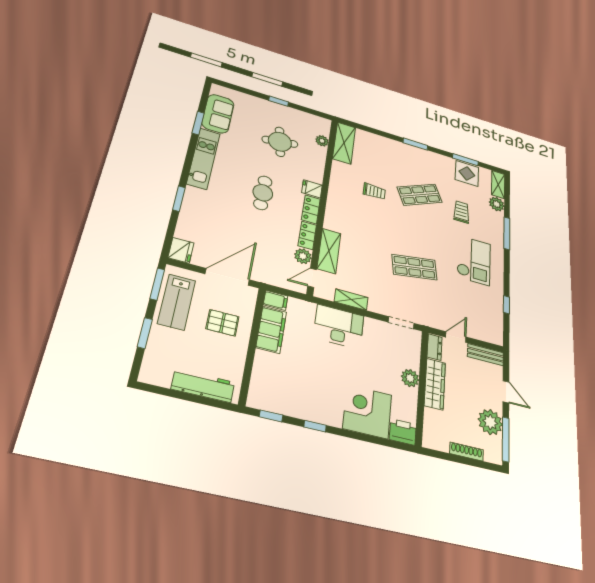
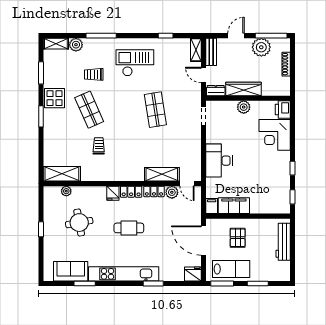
kitchen unit: (203, 158) -> (124, 274), width x1.36
display table: (467, 173) -> (55, 98), moved
shelving: (351, 300) -> (196, 50), moved

